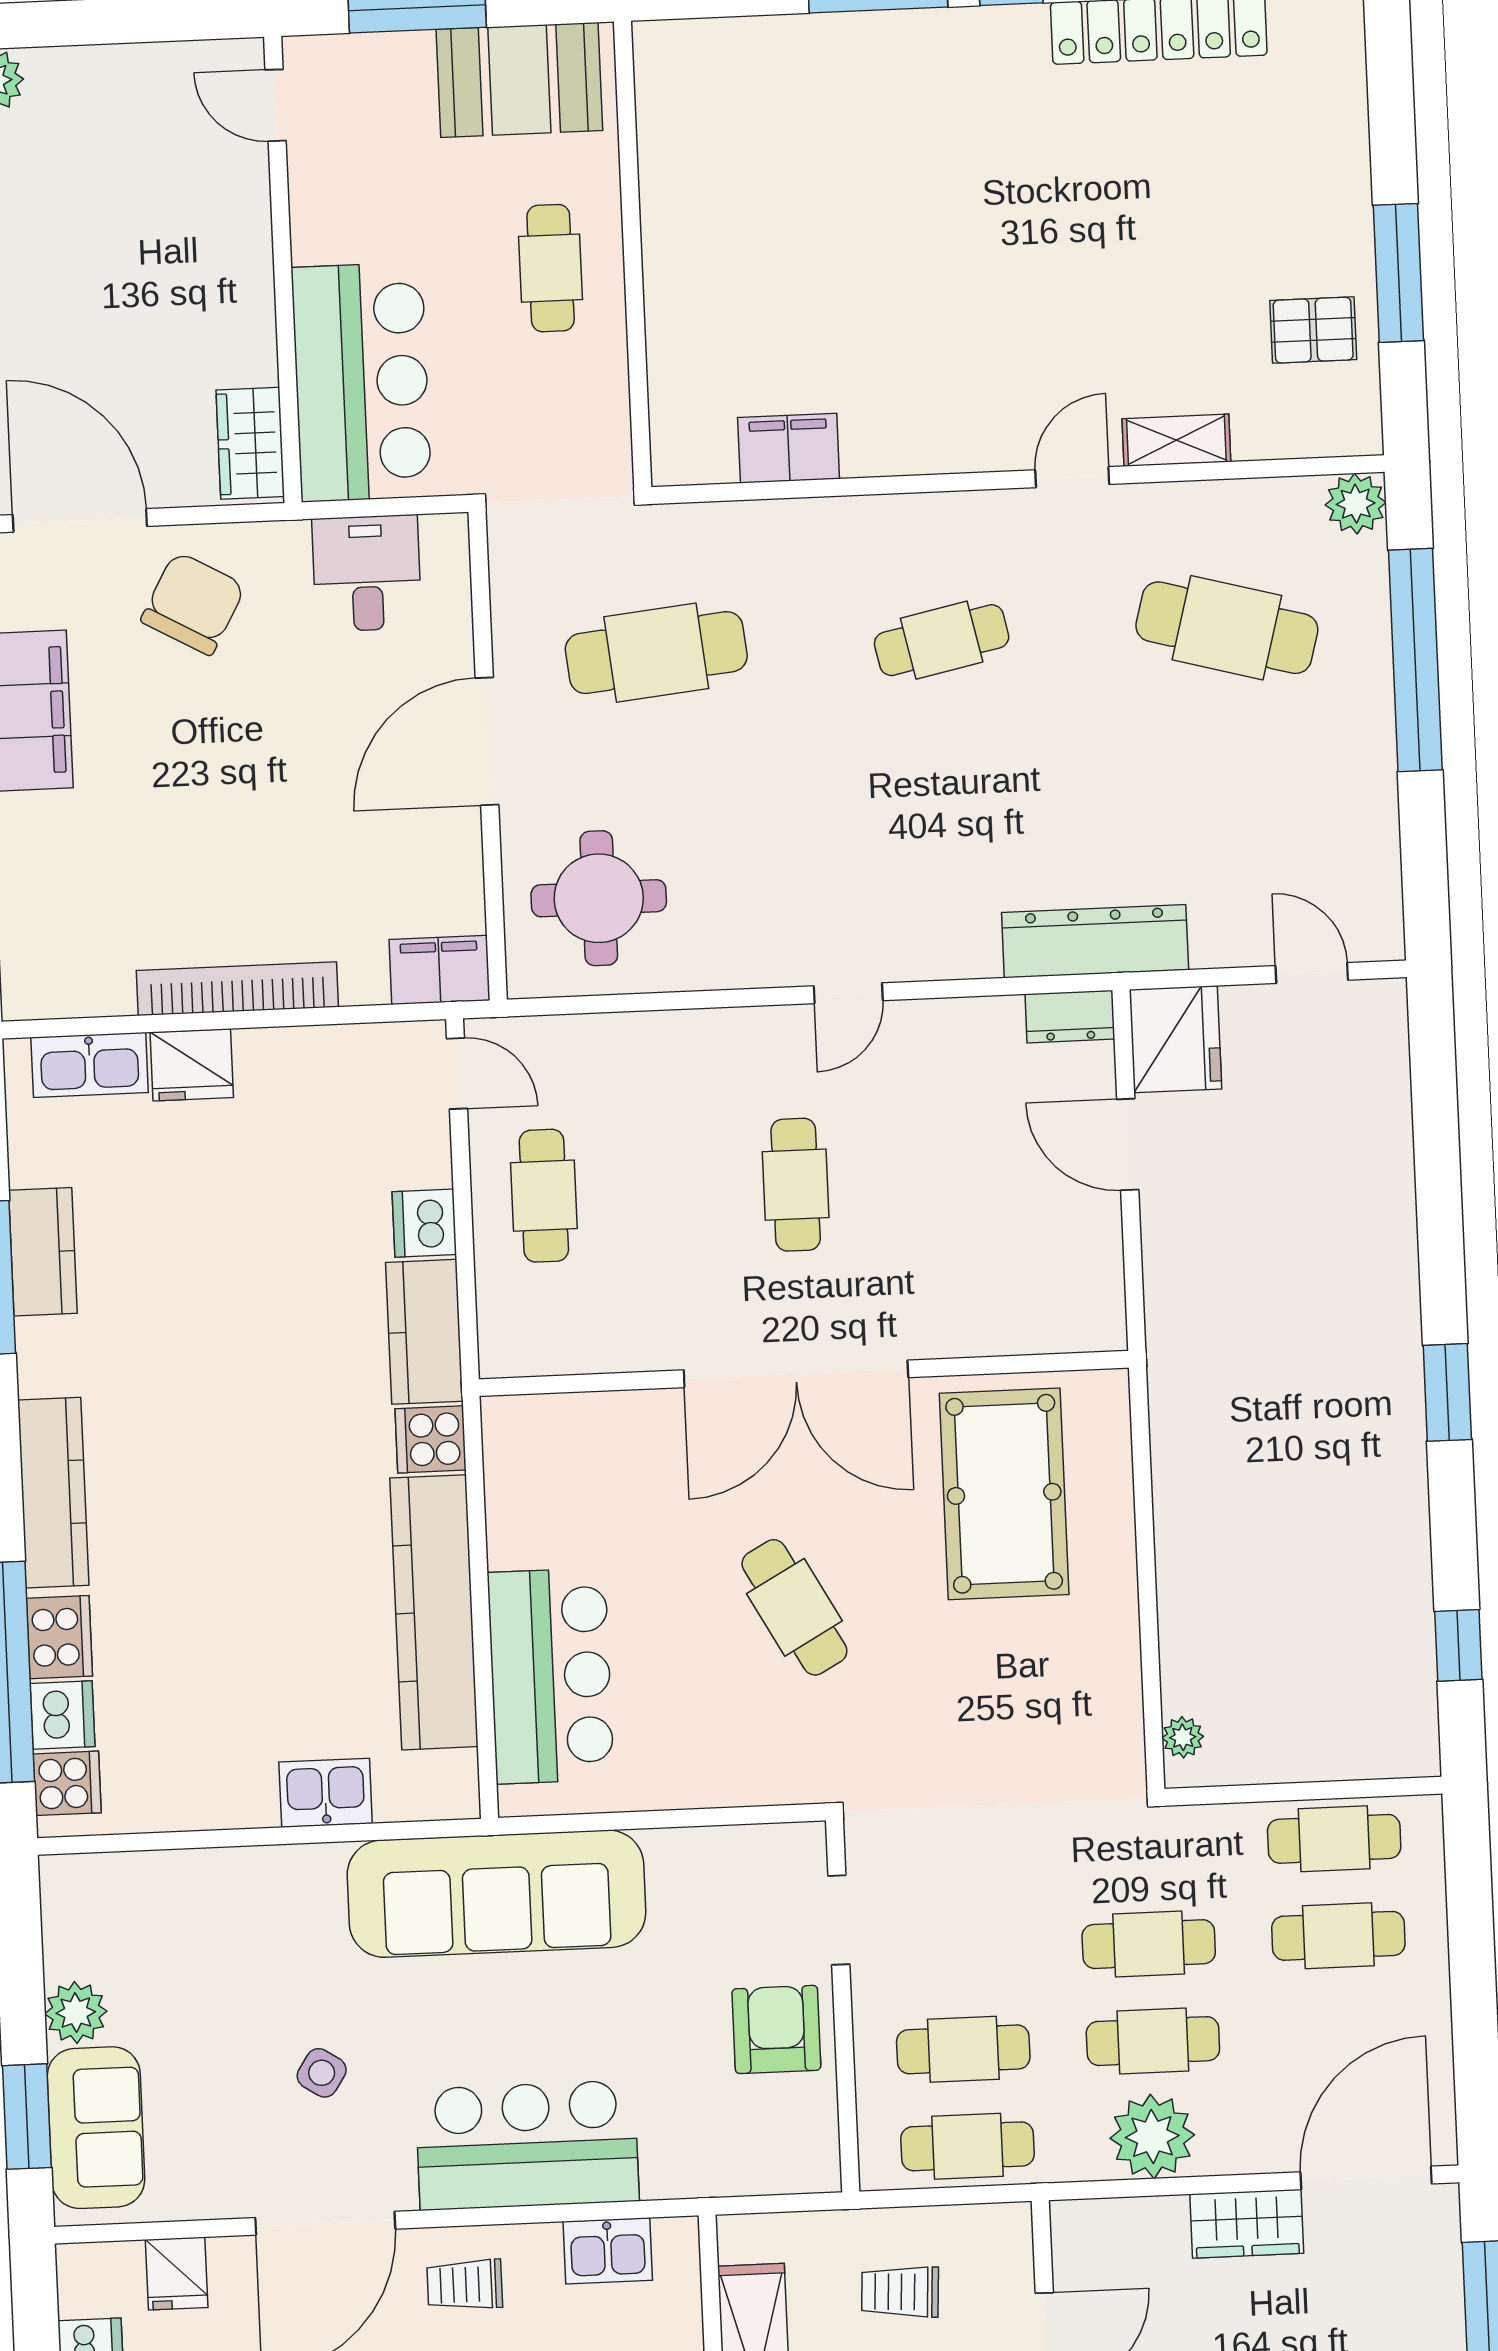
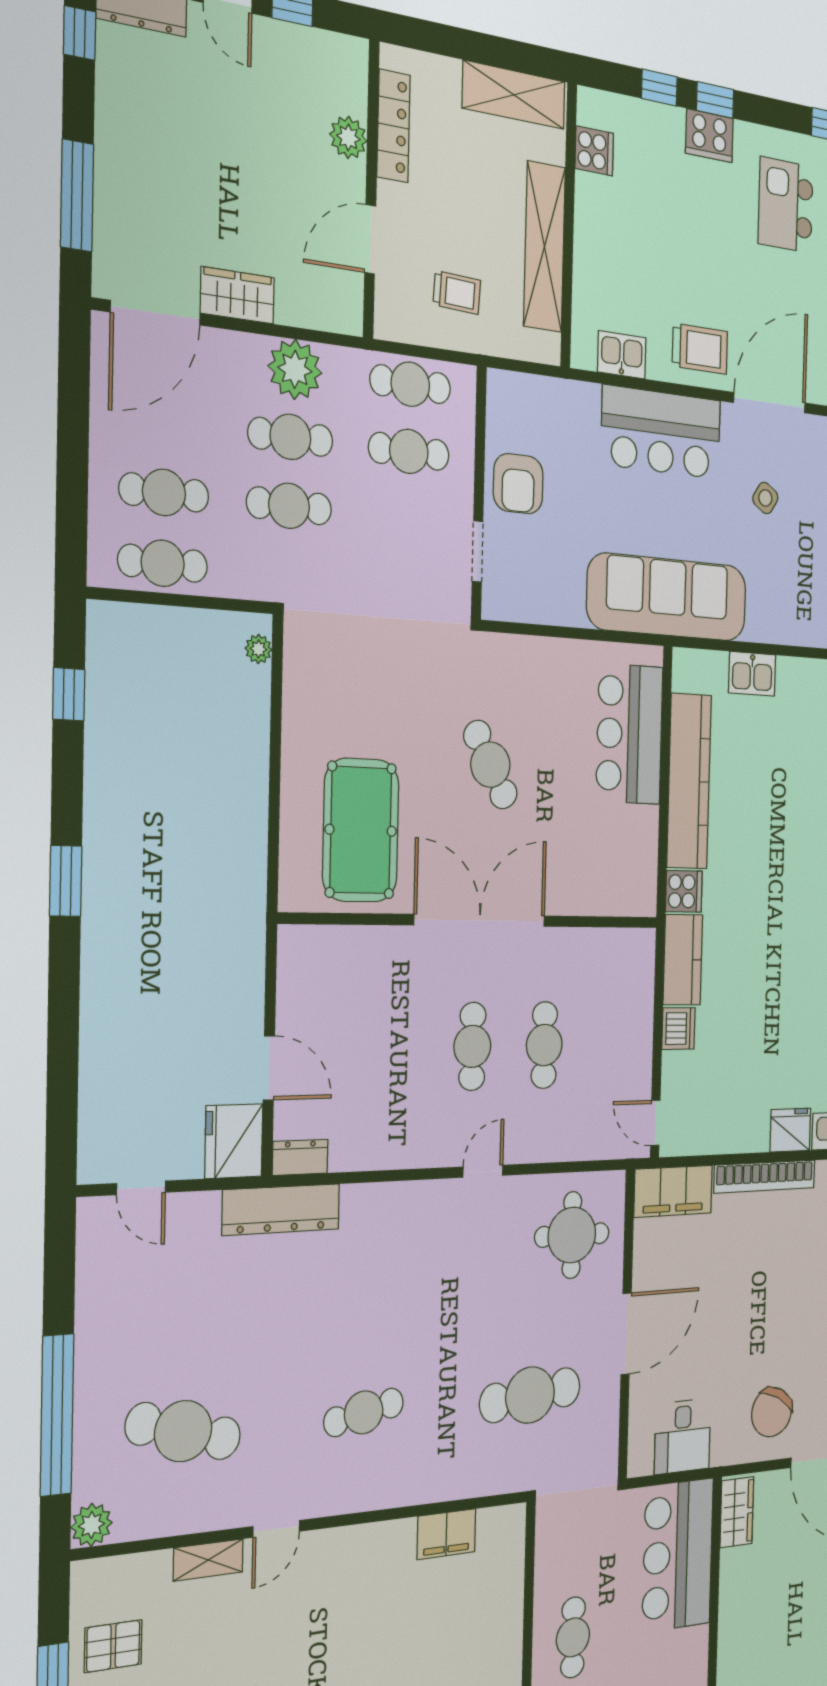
filing cabinet: (439, 970) -> (673, 1191), width x1.50, depth x1.17
door: (848, 993) -> (483, 1171), moved
cafe table: (544, 1196) -> (544, 1045), moved
trolley: (465, 2285) -> (700, 349), width x1.36, depth x1.39

